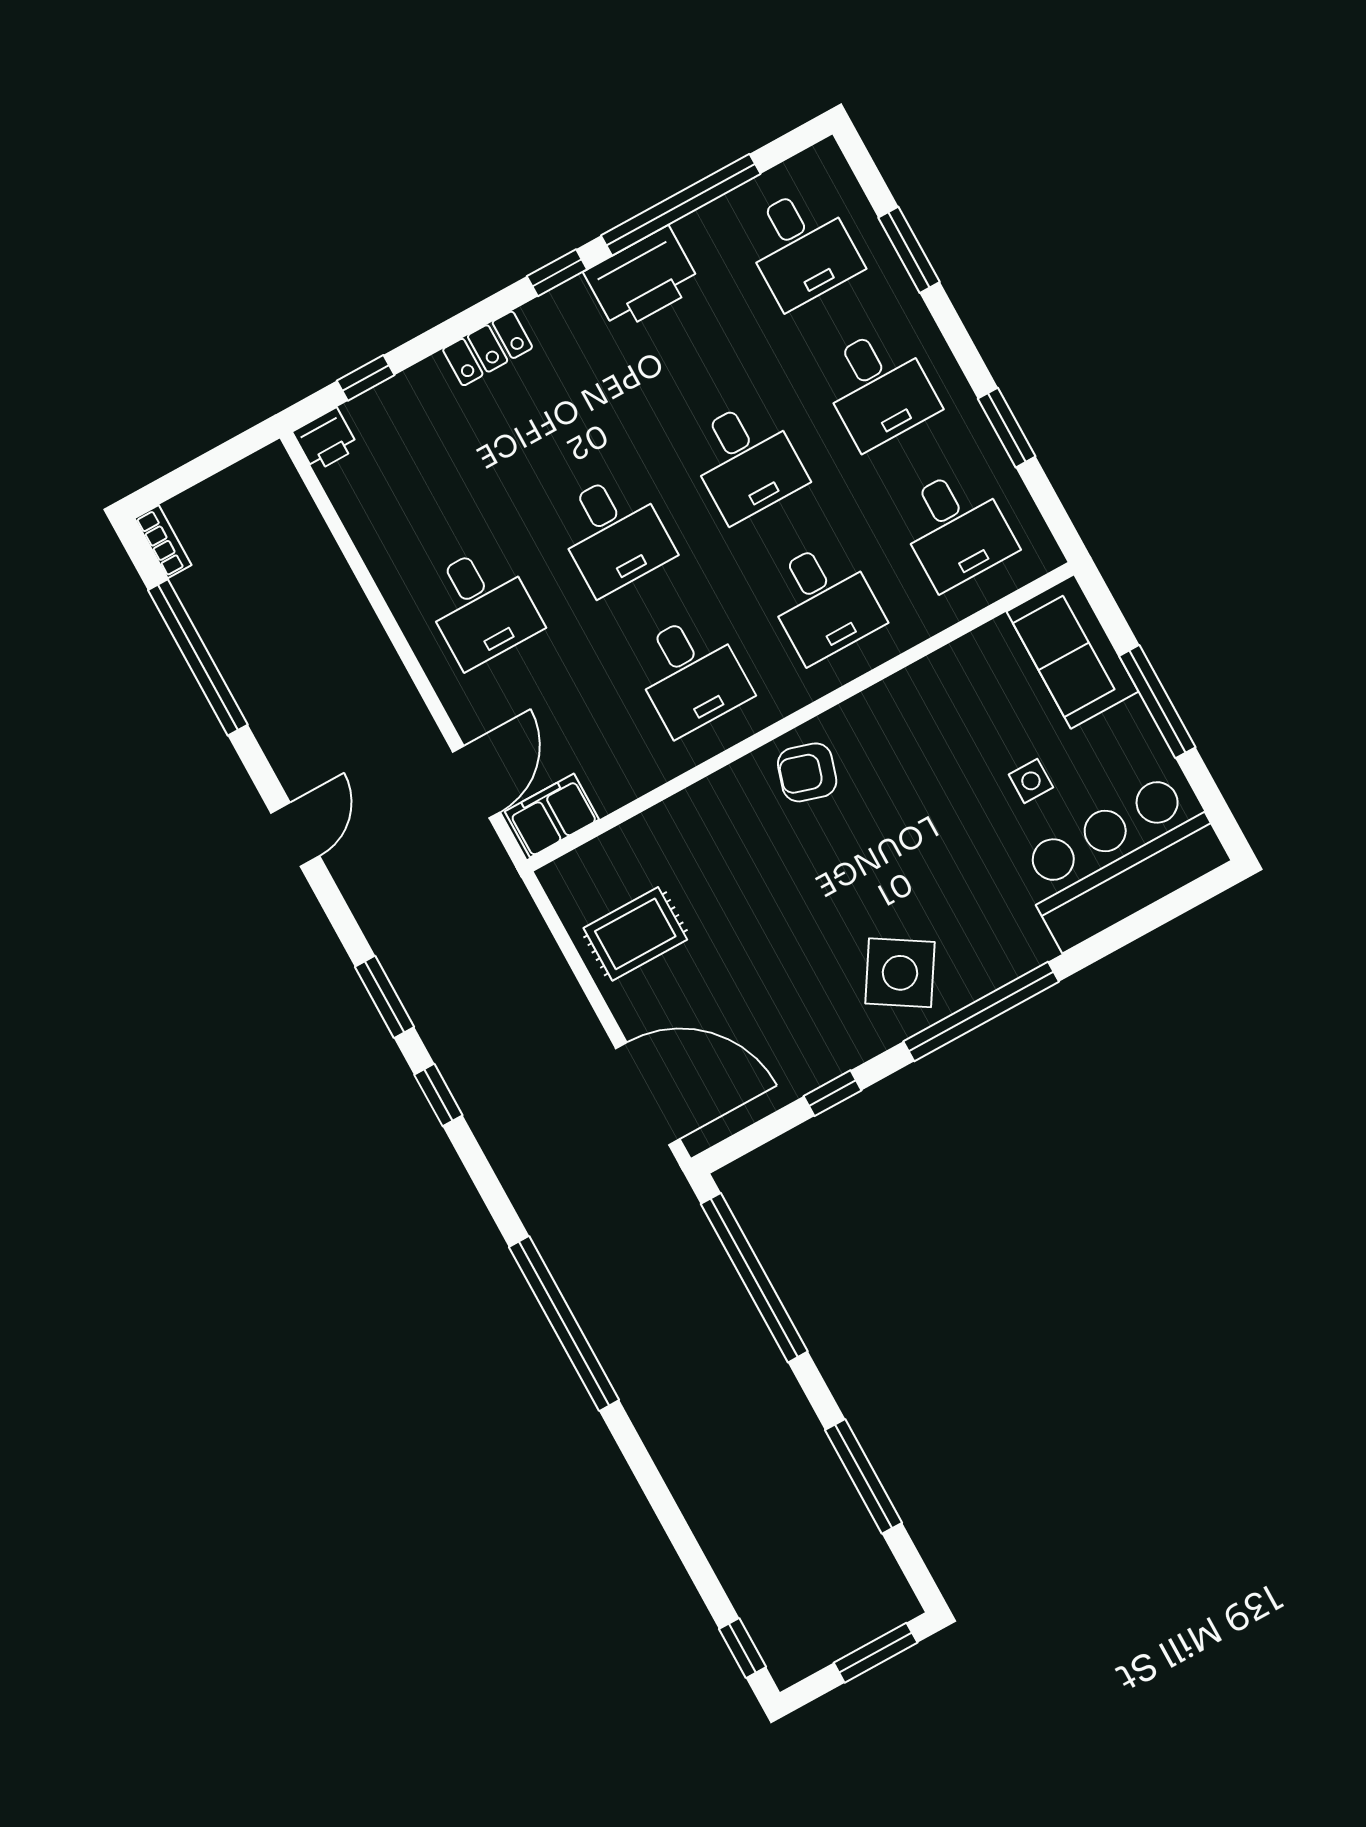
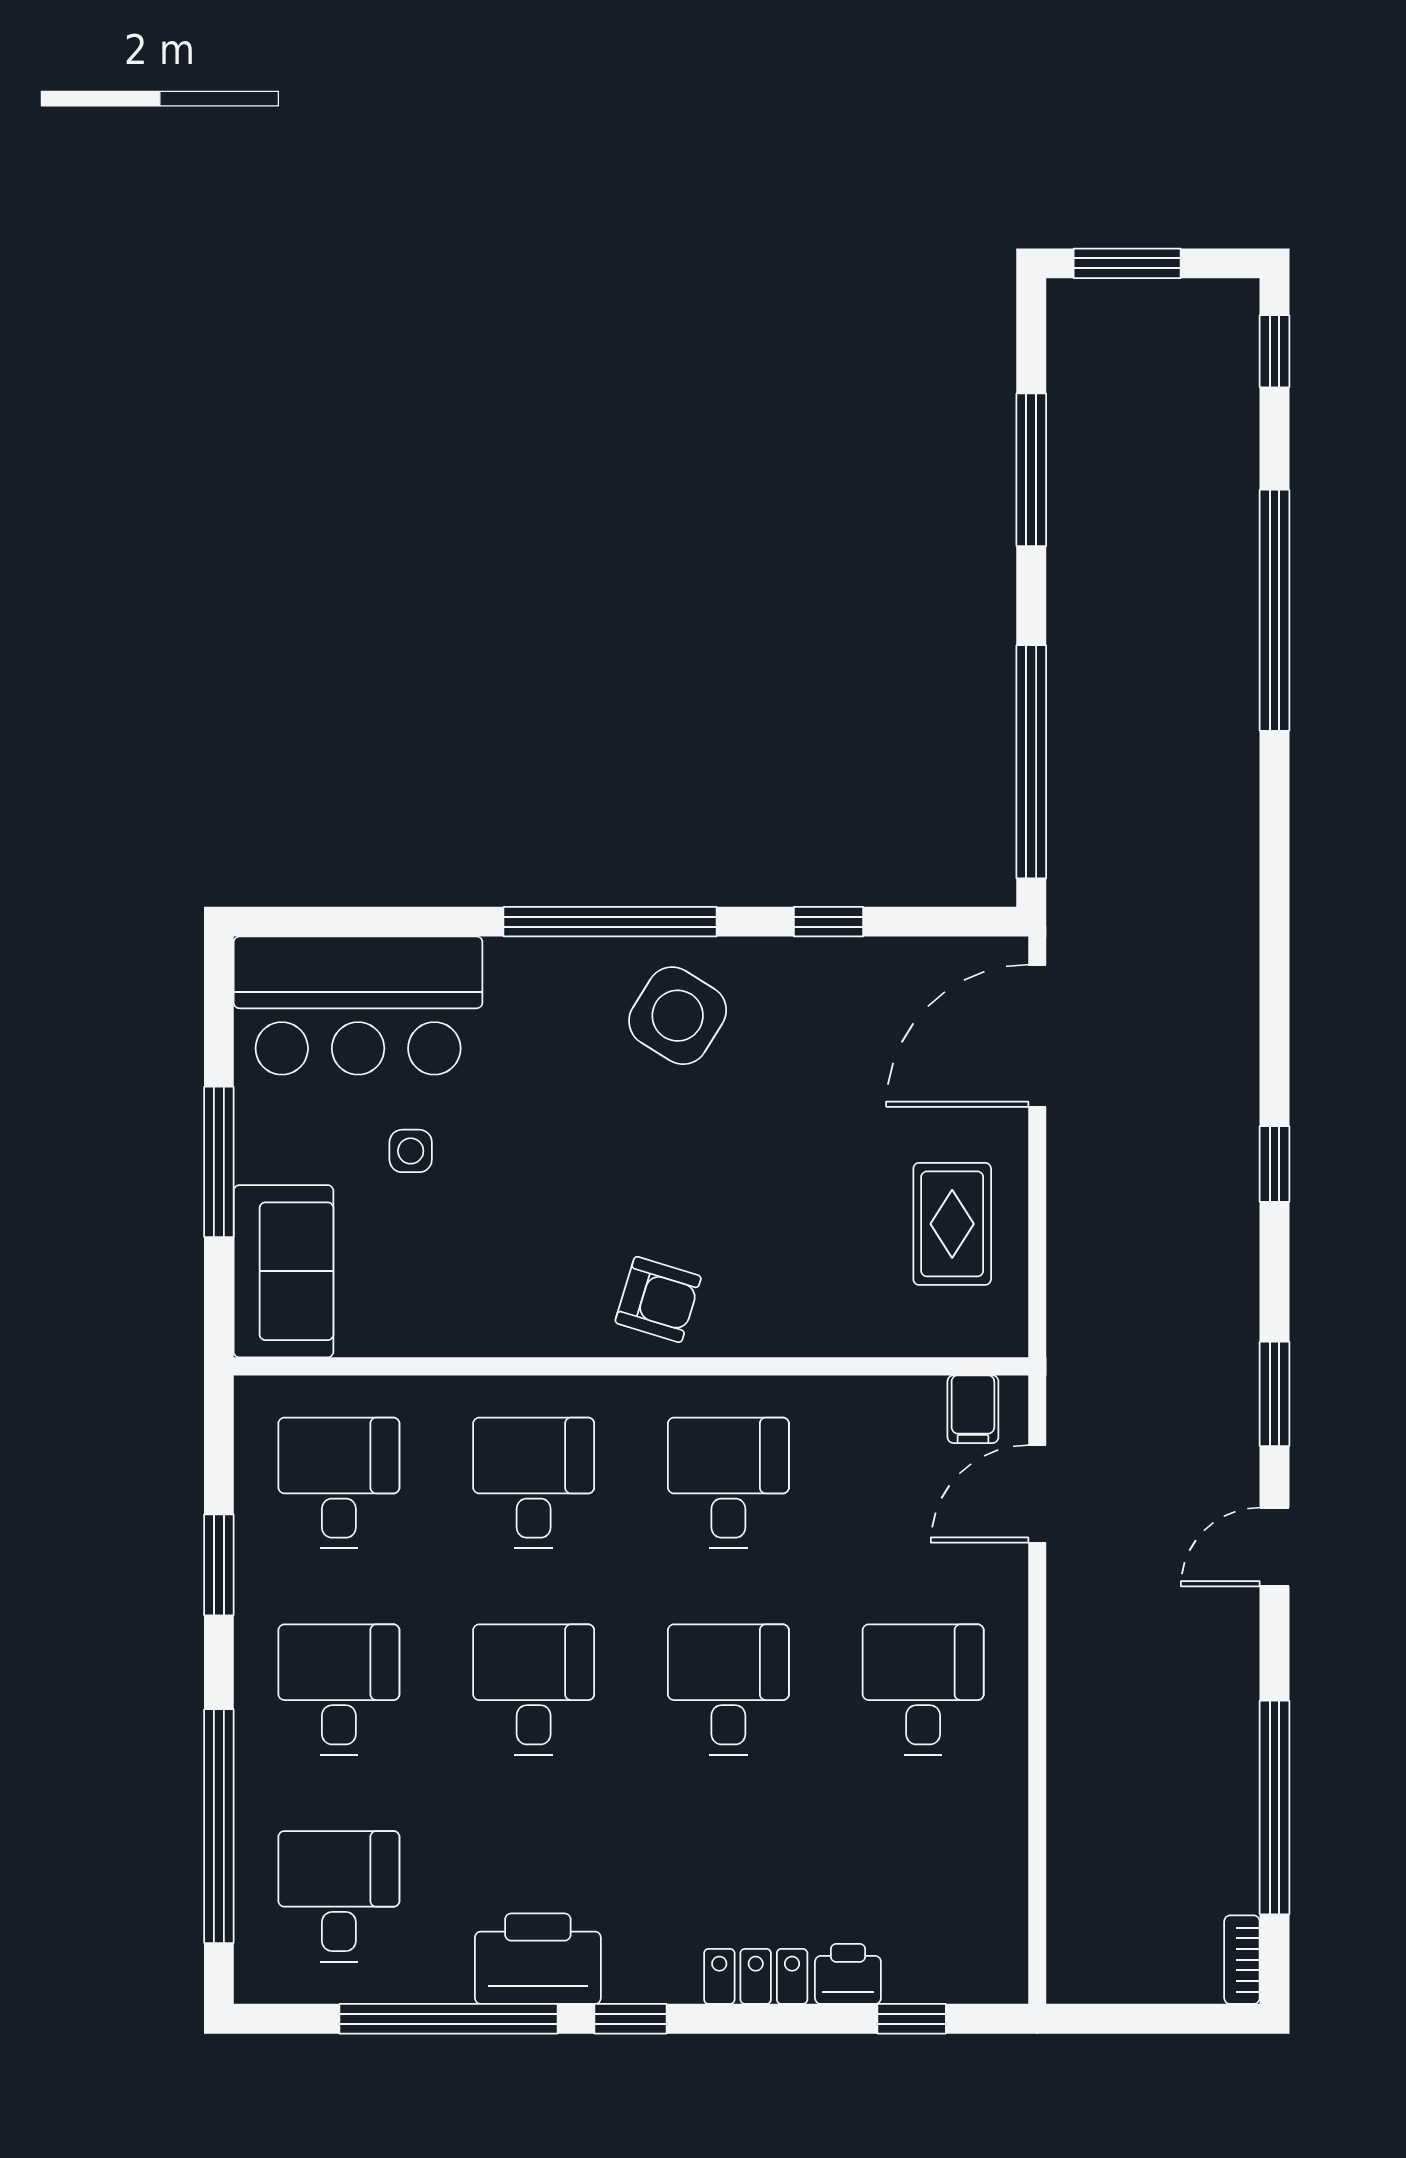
window: (909, 250) -> (219, 1826), width x2.11
printer: (325, 440) -> (848, 1974), moved
filing cabinet: (552, 816) -> (973, 1409), width x0.50
rug: (635, 934) -> (952, 1224), turned 90
window: (384, 997) -> (1274, 1394), moved
door: (648, 1094) -> (1037, 1036), hinge flipped
window: (564, 1323) -> (1274, 610), moved

